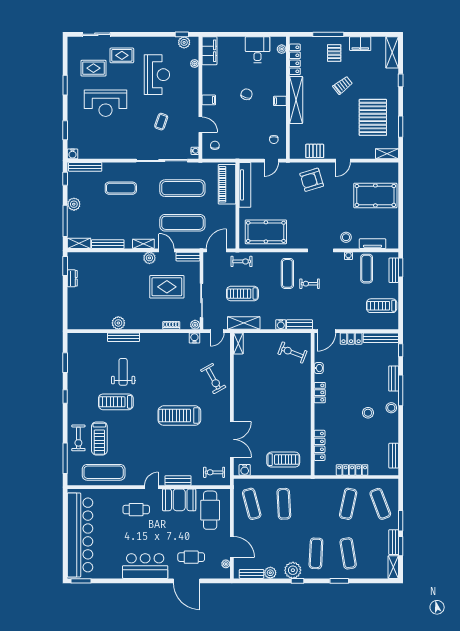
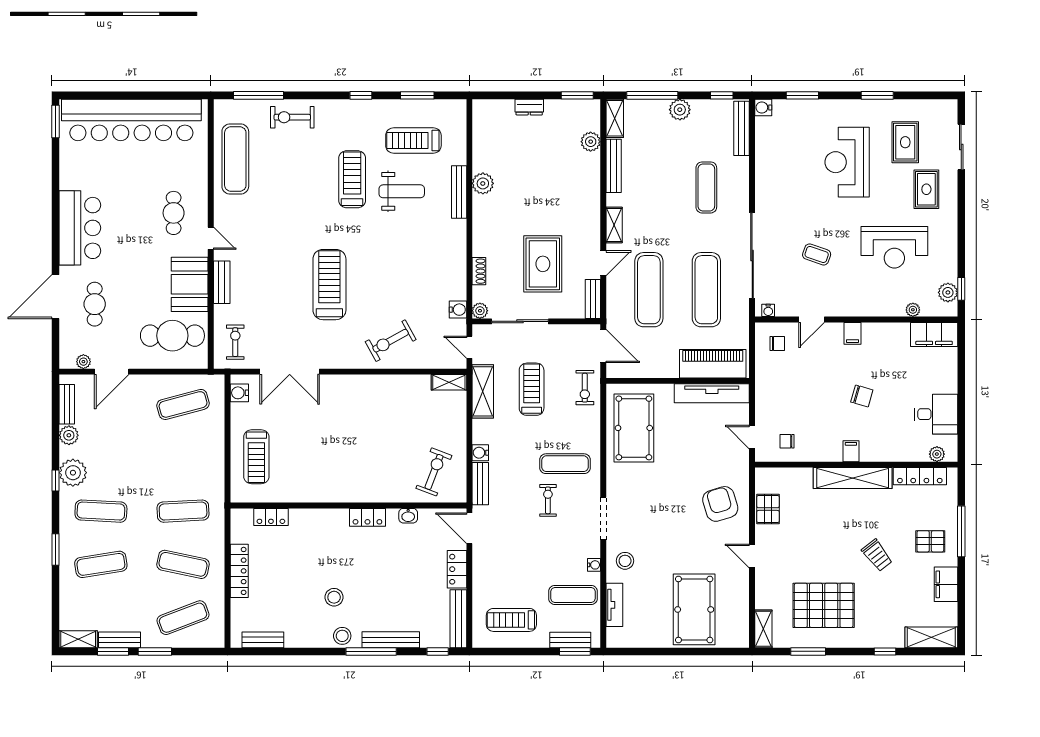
plant: (149, 258) -> (591, 142), moved
dresser: (72, 278) -> (529, 107), moved
treadmill: (382, 306) -> (511, 620), turned -90
bench: (394, 379) -> (391, 640), width x1.36
treadmill: (99, 438) -> (413, 141), moved
locker: (320, 445) -> (271, 517), width x0.66
exercise mat: (284, 504) -> (183, 511), moved

